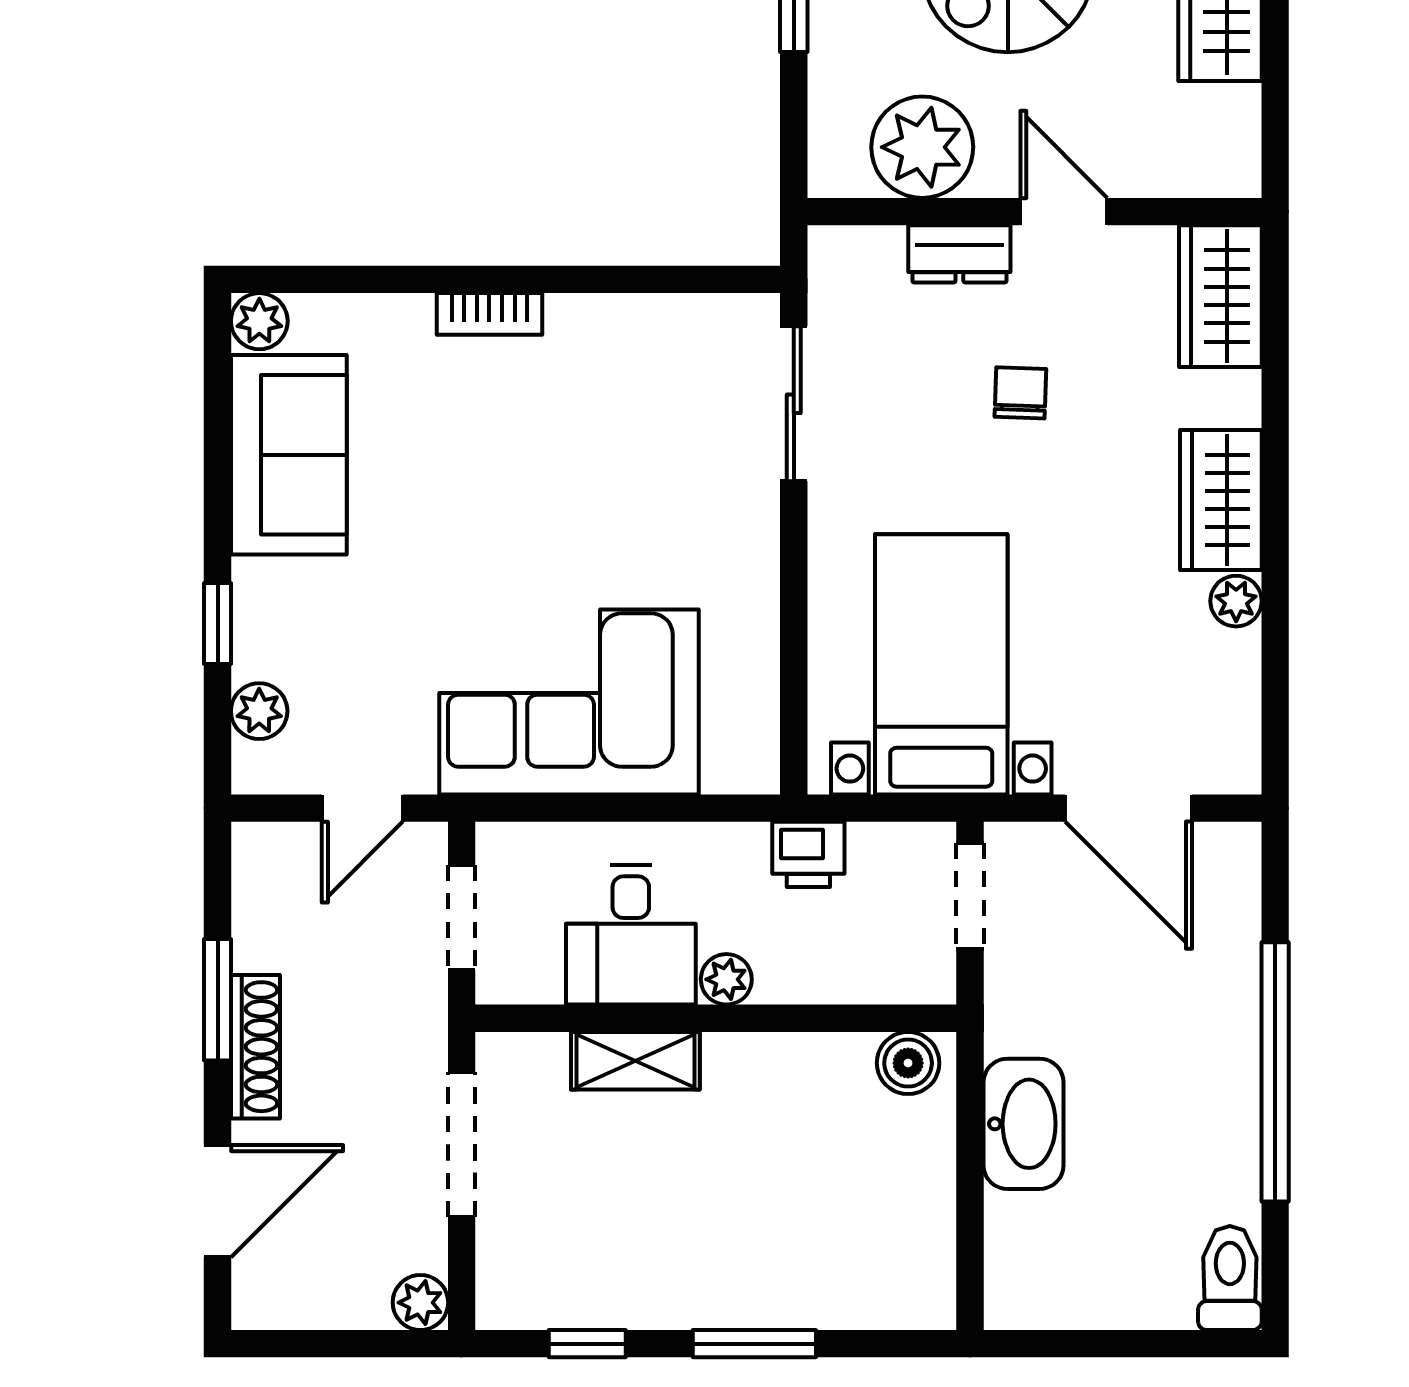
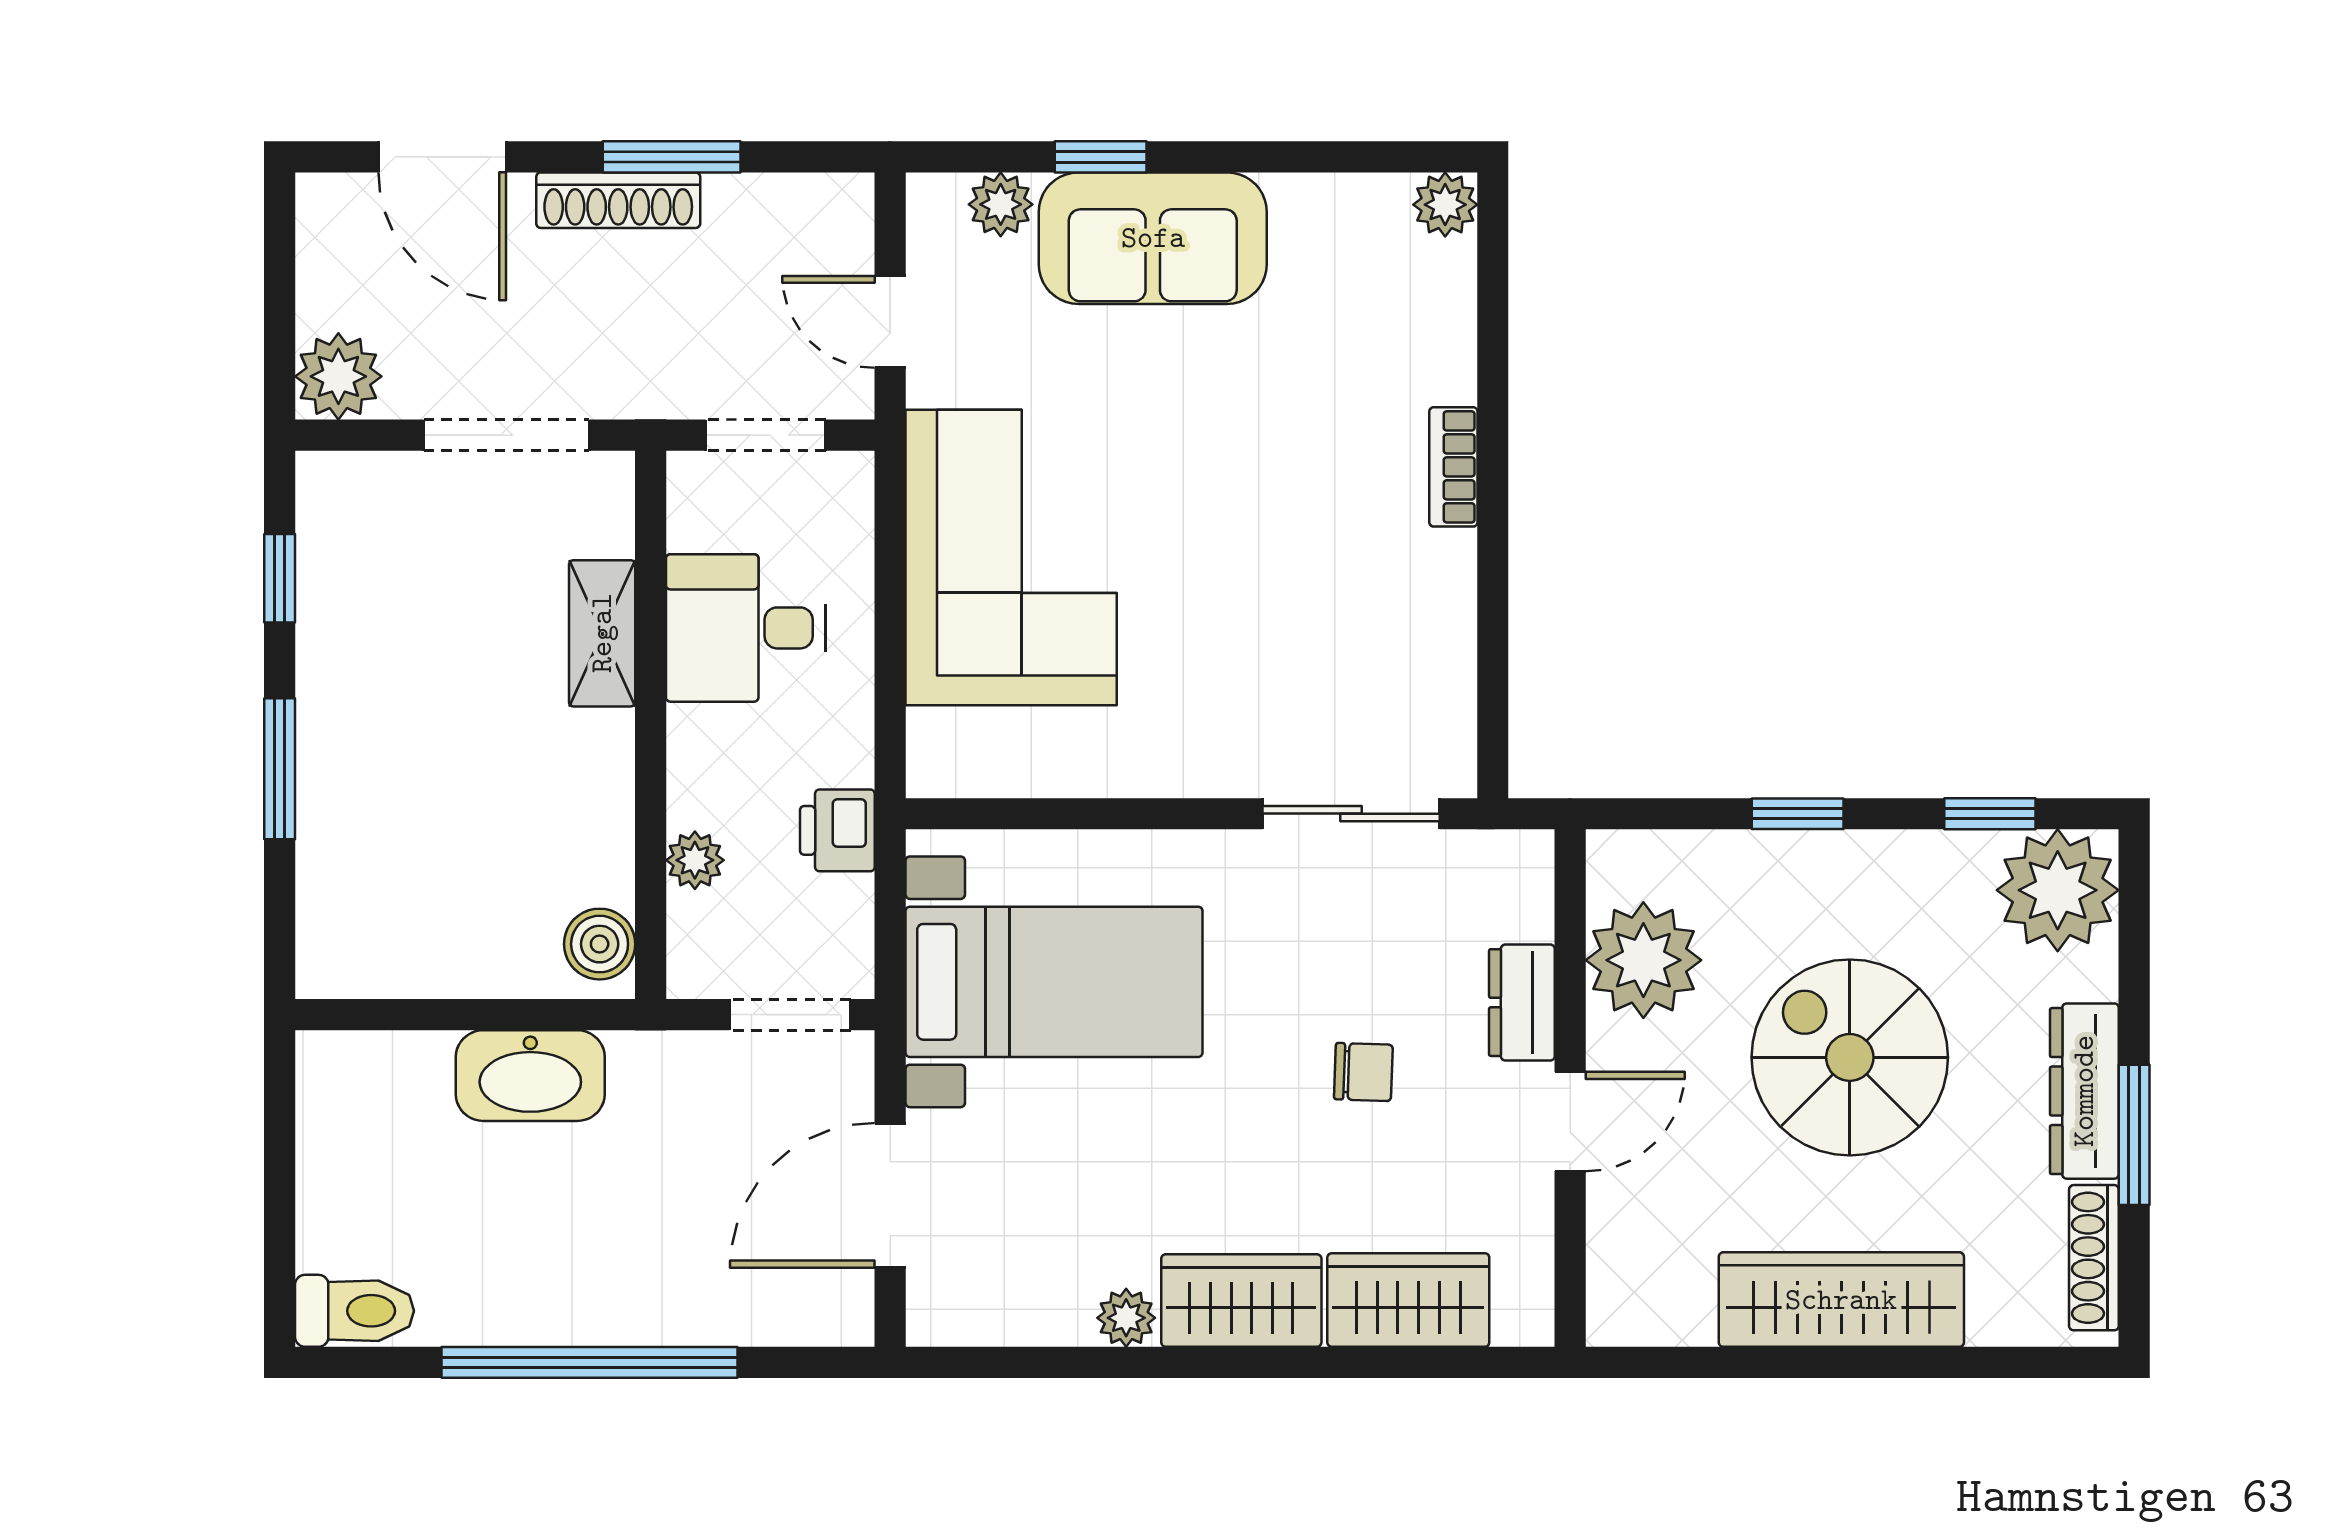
wardrobe: (1220, 296) -> (1408, 1300), moved
sofa: (289, 455) -> (1153, 238), moved
plant: (726, 979) -> (695, 860), moved
plant: (420, 1303) -> (338, 376), width x1.38, depth x1.38

